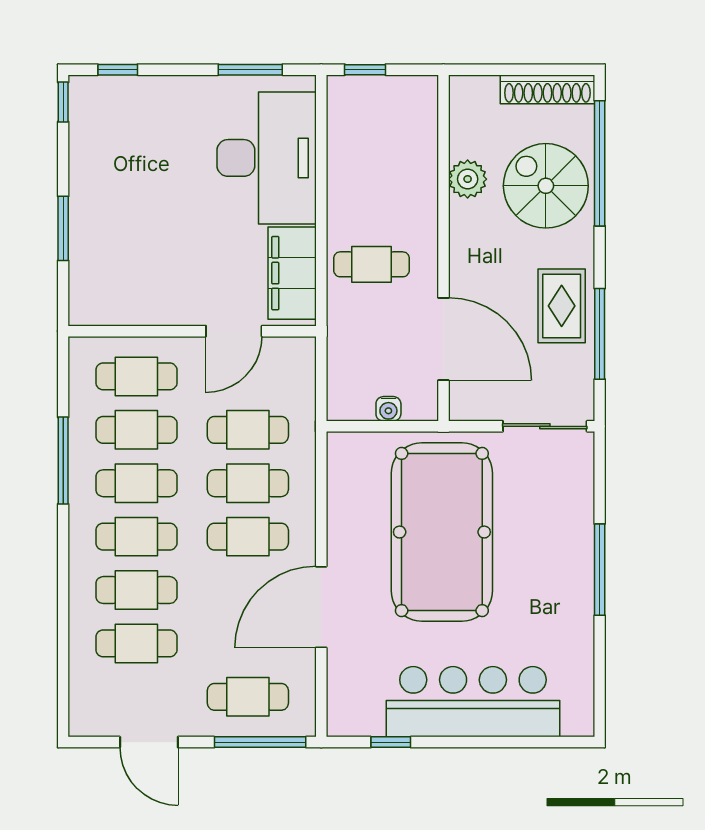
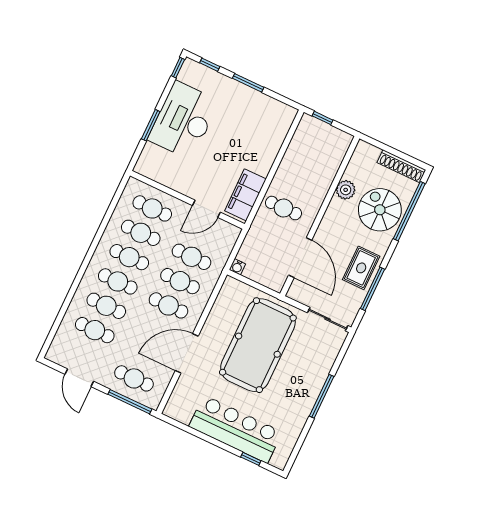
window: (250, 70) -> (248, 83), moved
desk: (267, 158) -> (183, 120), moved, turned 180
water cooler: (388, 409) -> (237, 267), moved
window: (63, 461) -> (101, 231), removed
window: (391, 742) -> (251, 459), moved

